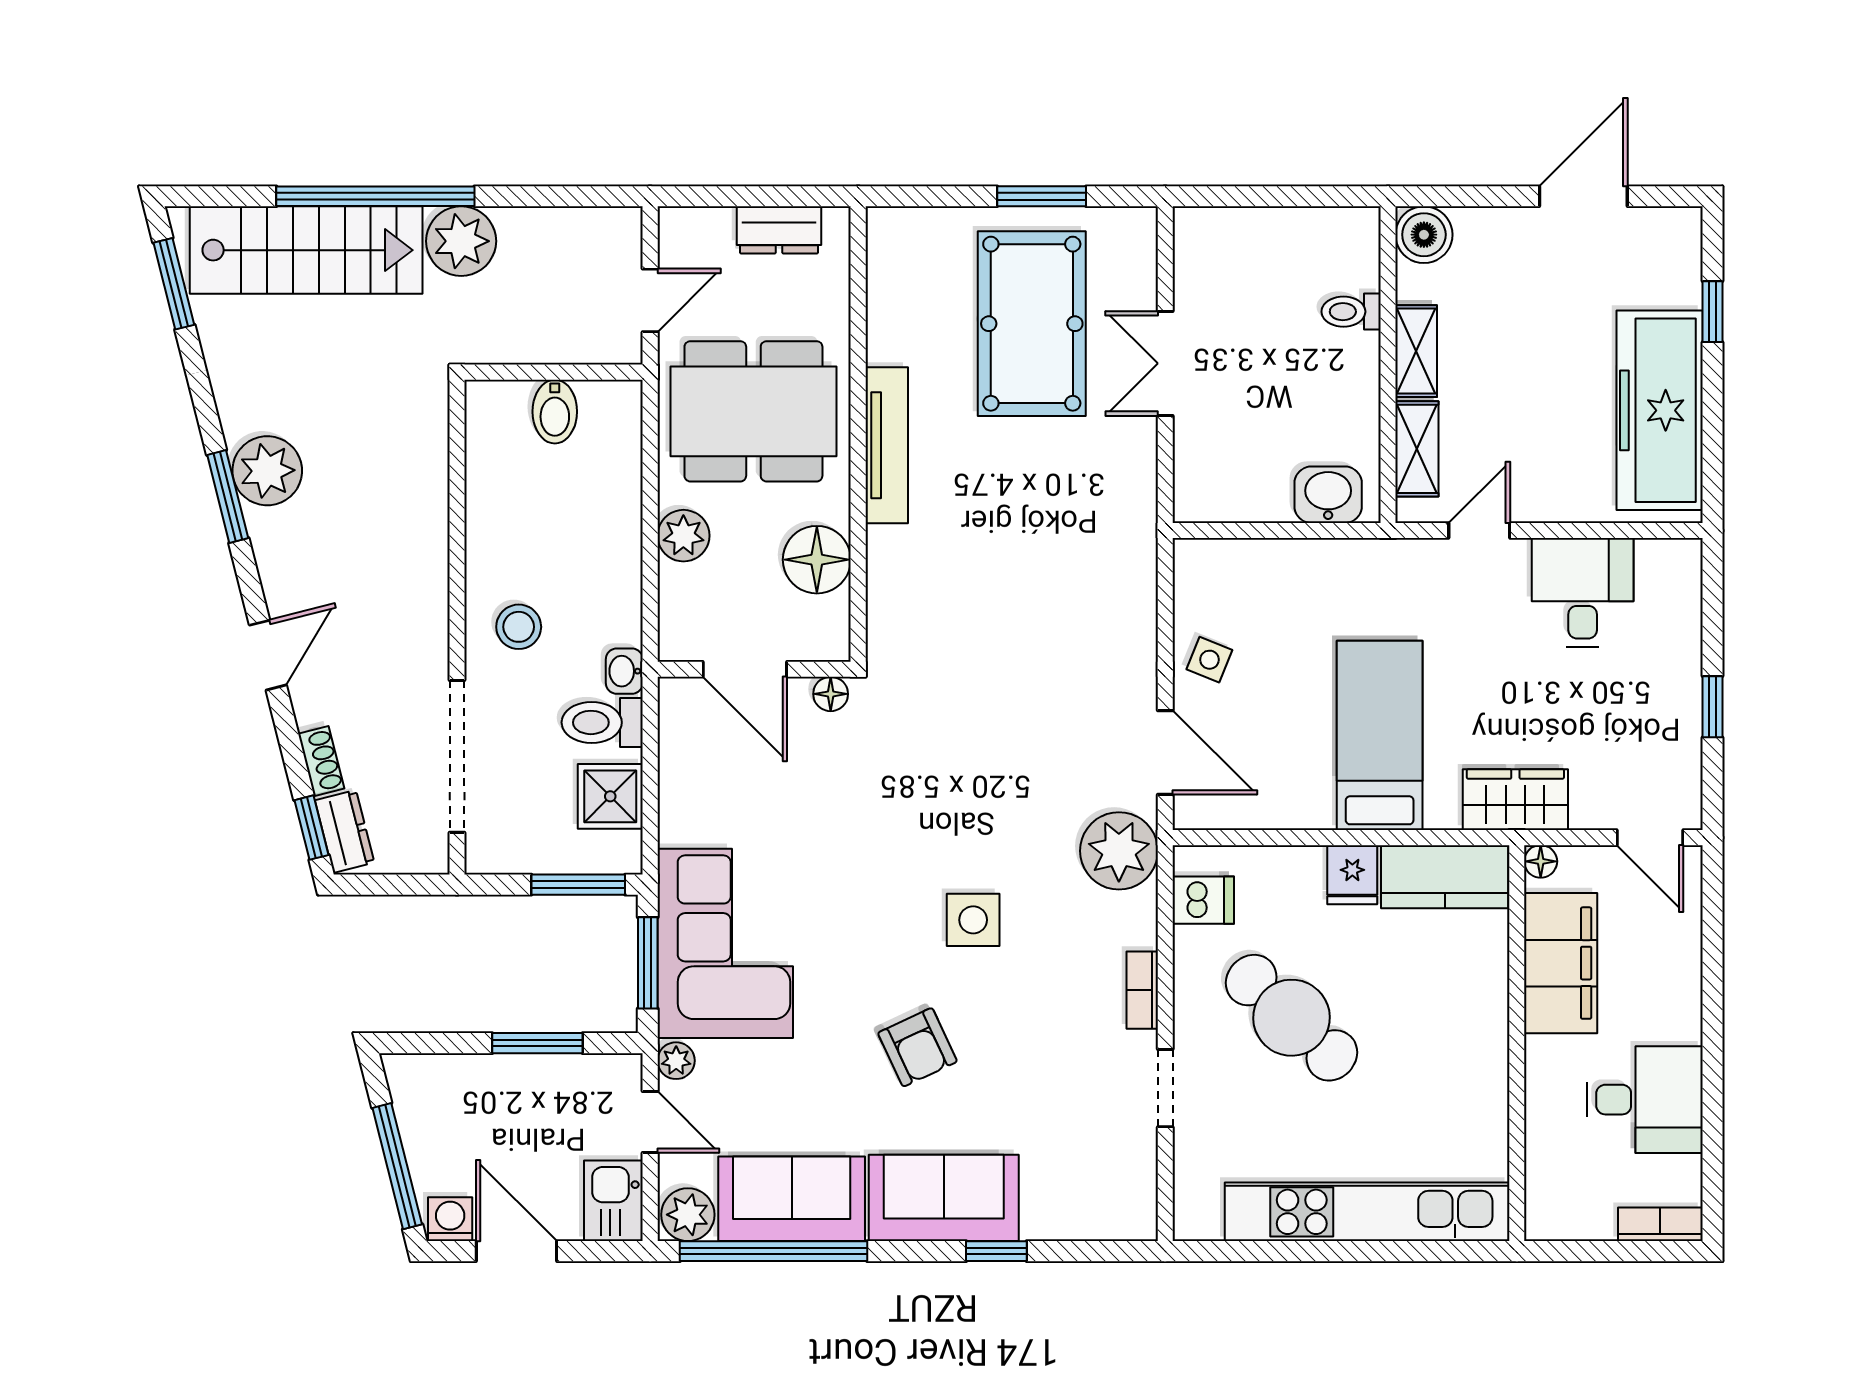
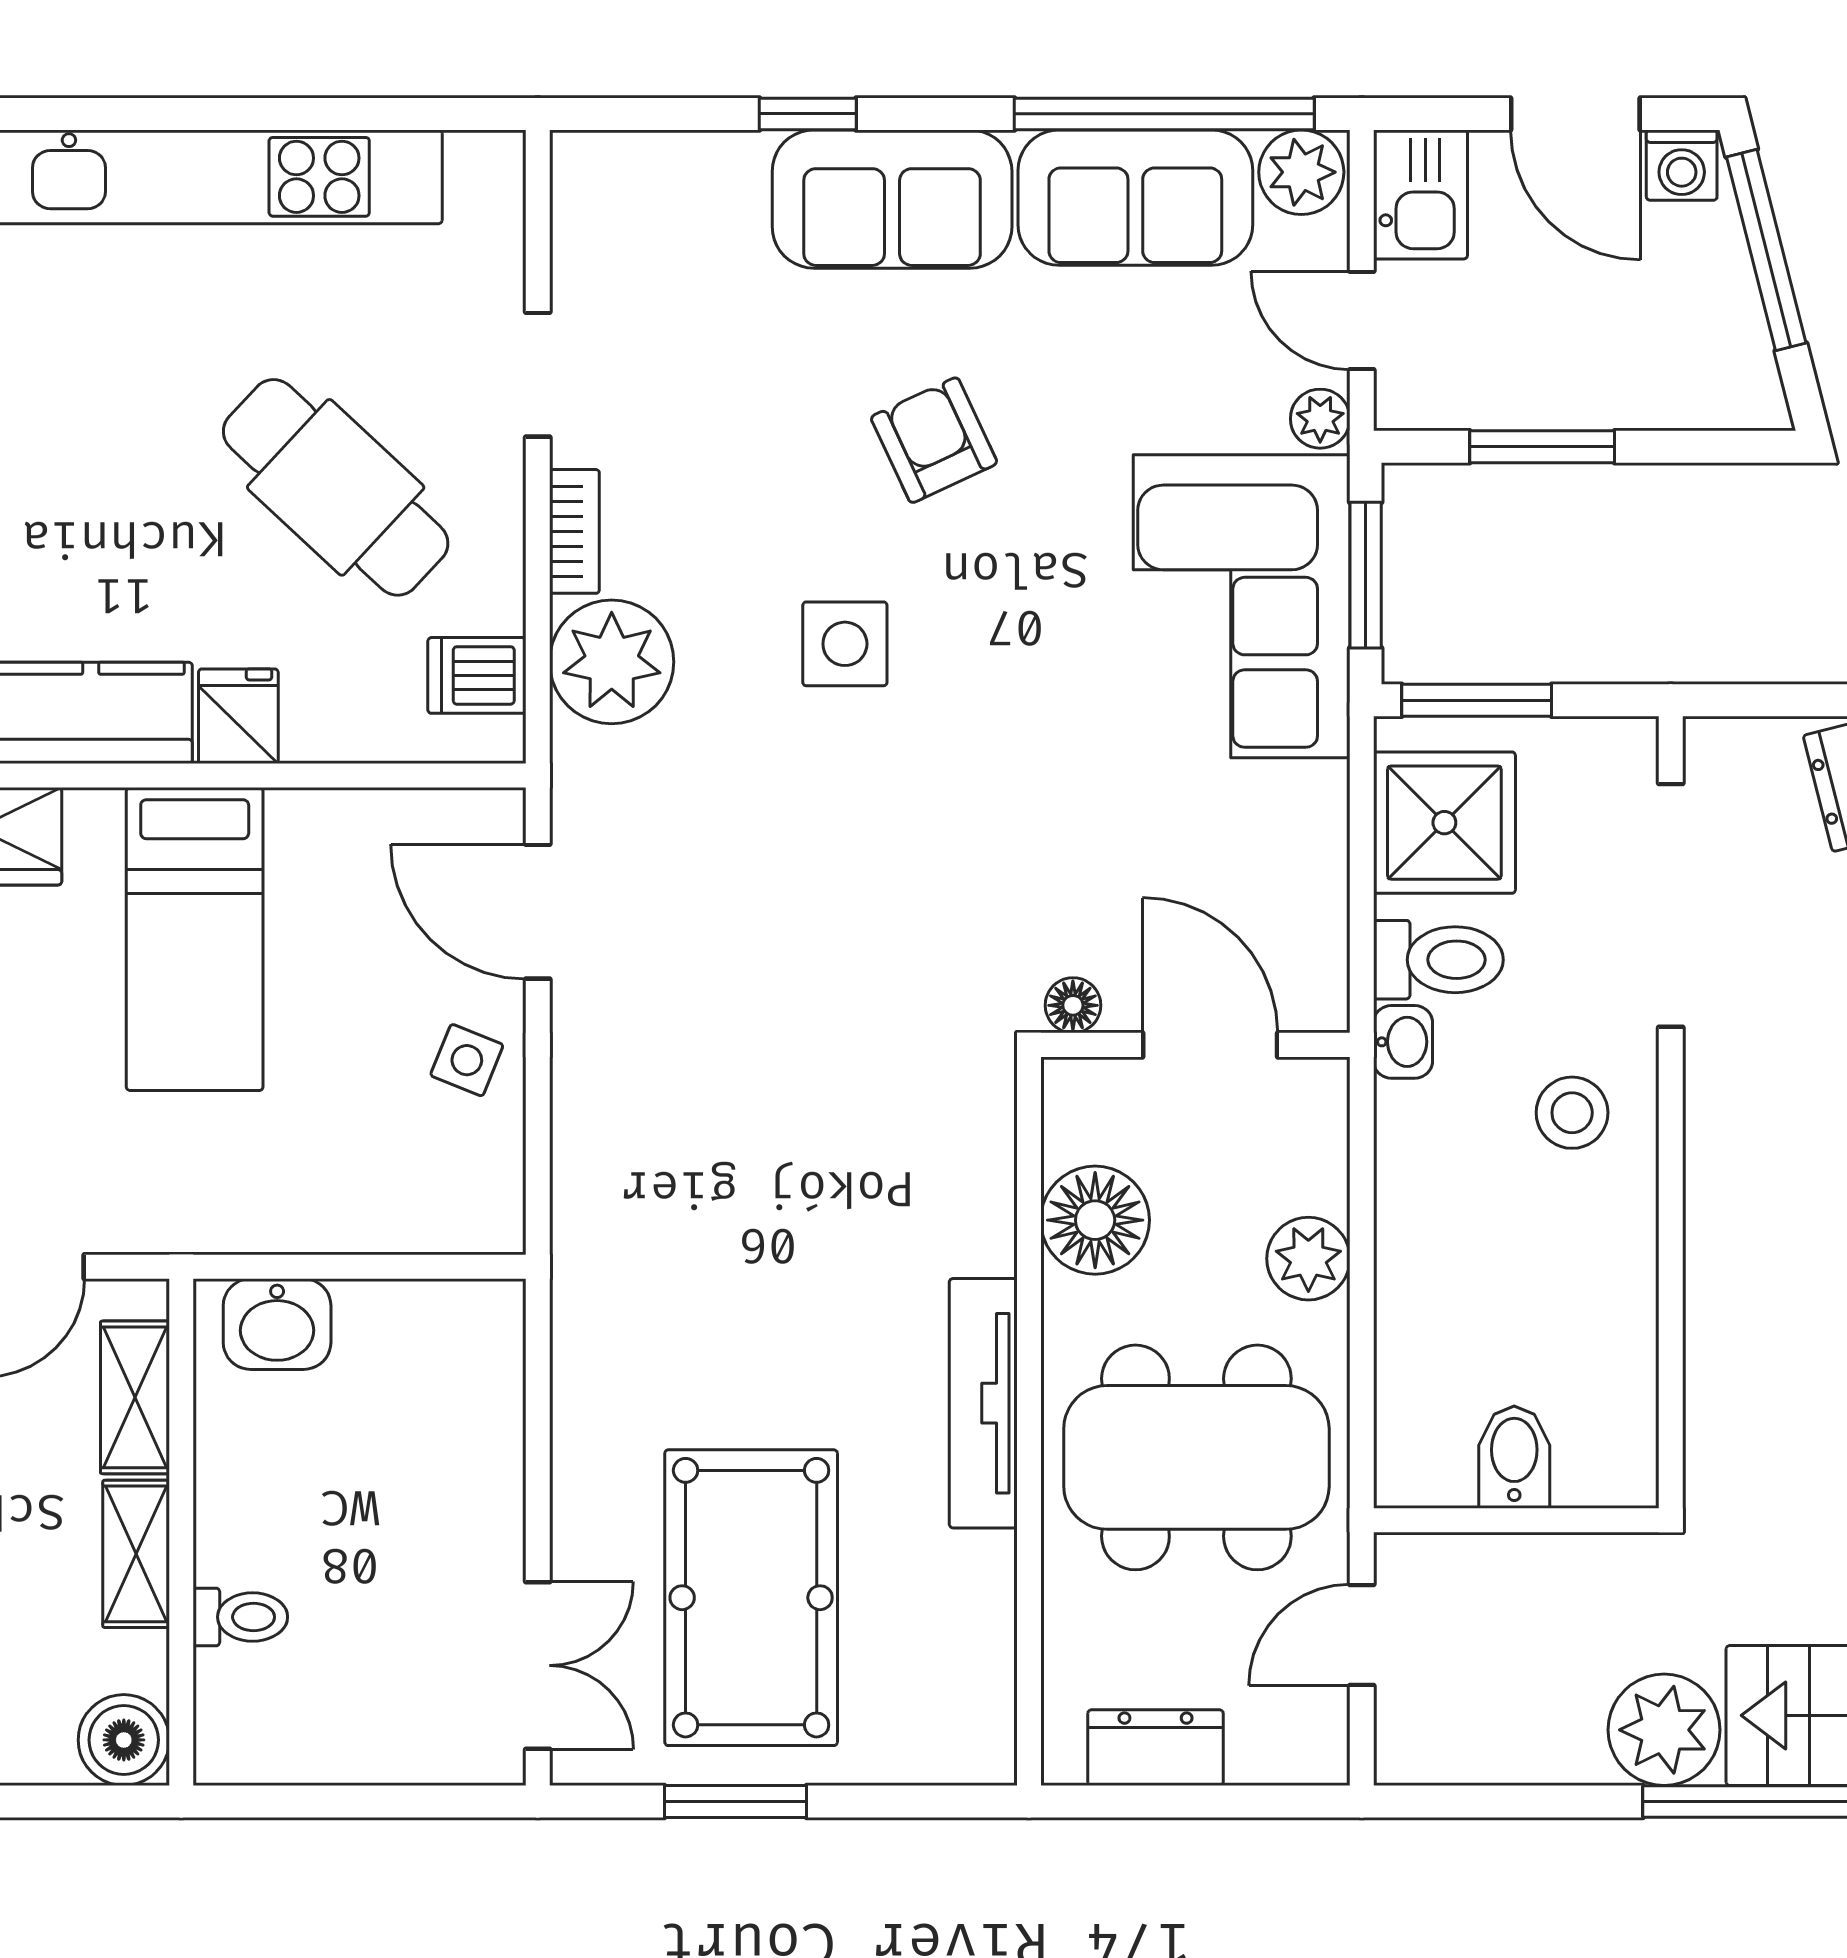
double door: (1165, 363) -> (538, 1665), moved
shower: (610, 796) -> (1444, 823), width x1.36, depth x1.36
plant: (1119, 851) -> (612, 662), moved

